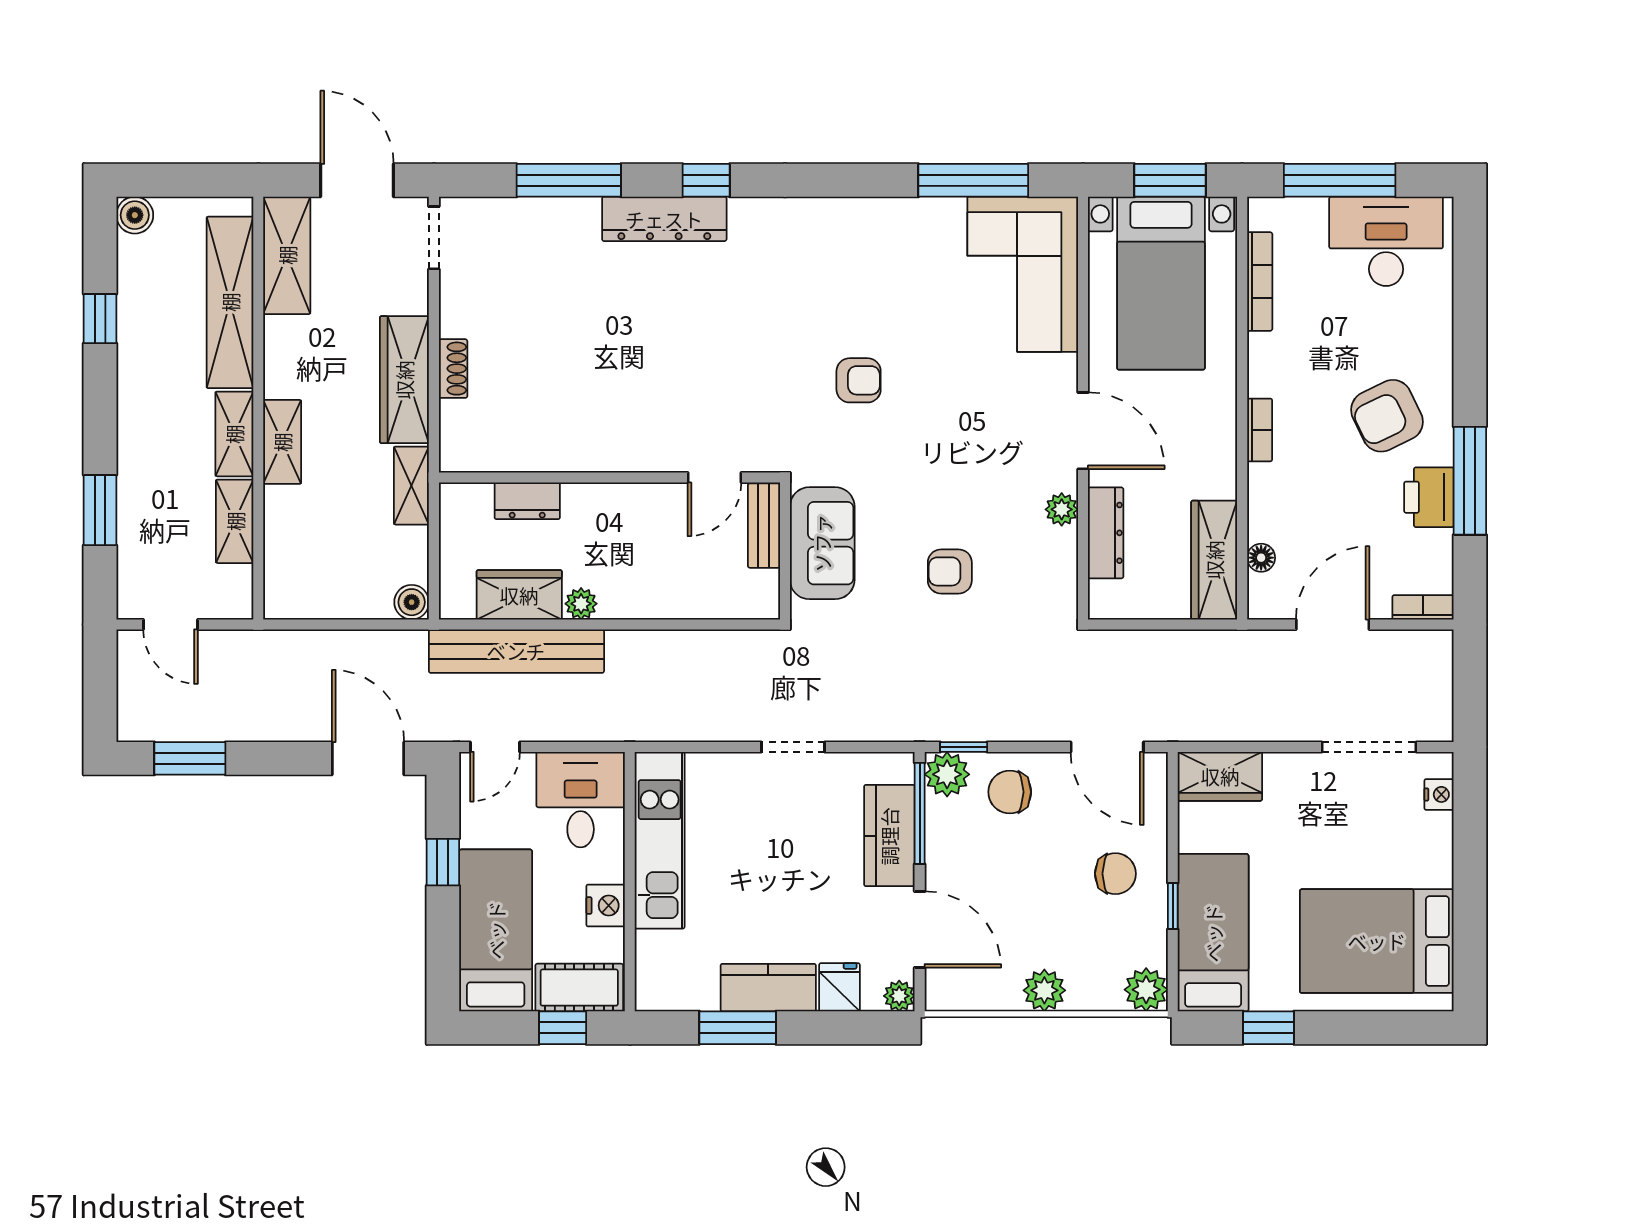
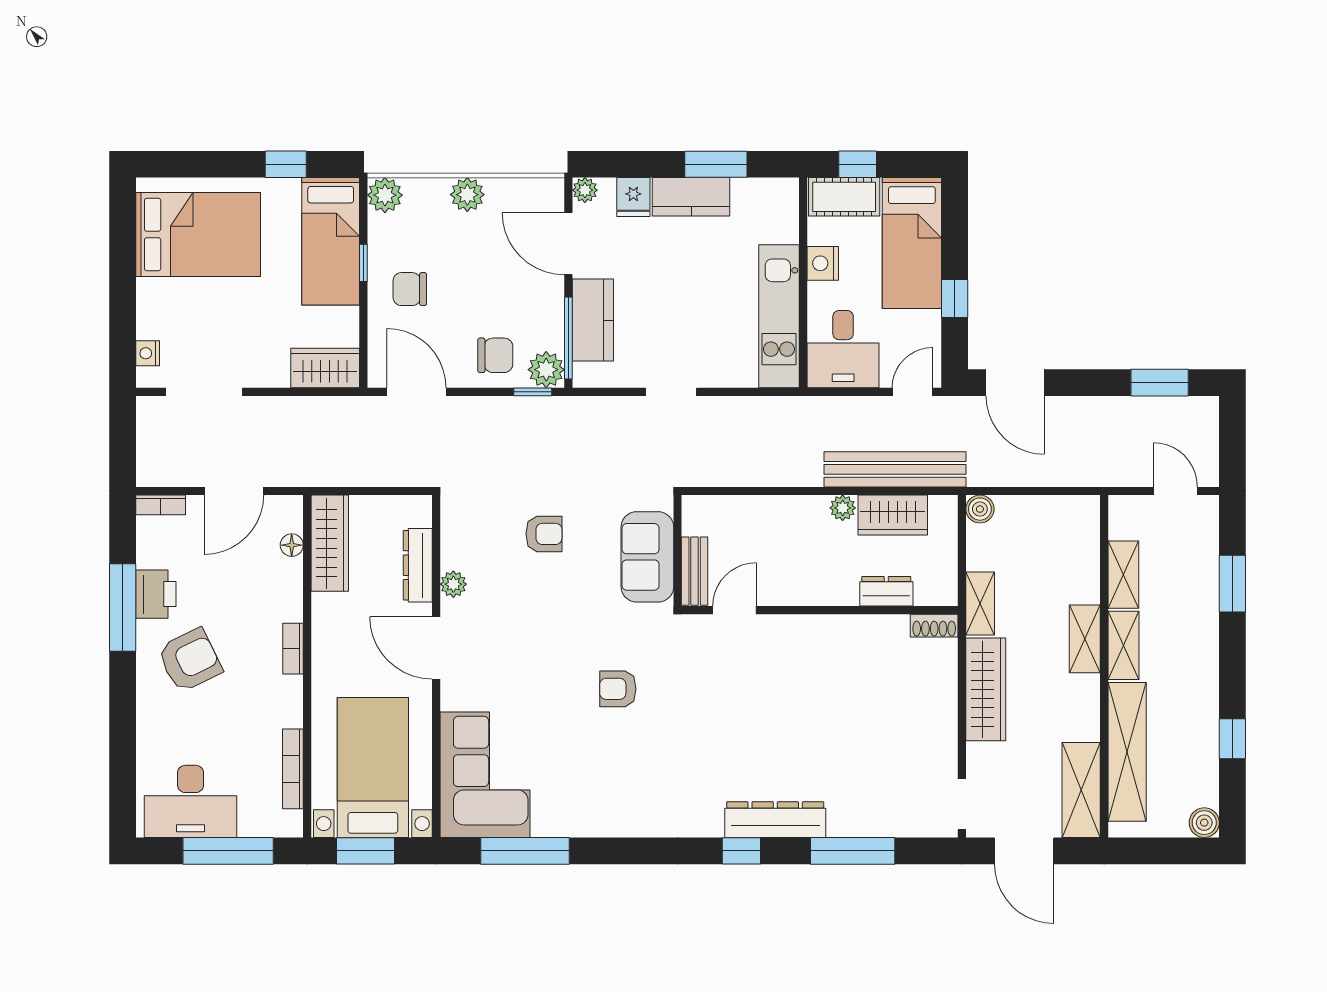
shoe rack: (453, 369) -> (934, 626), moved, turned -90

